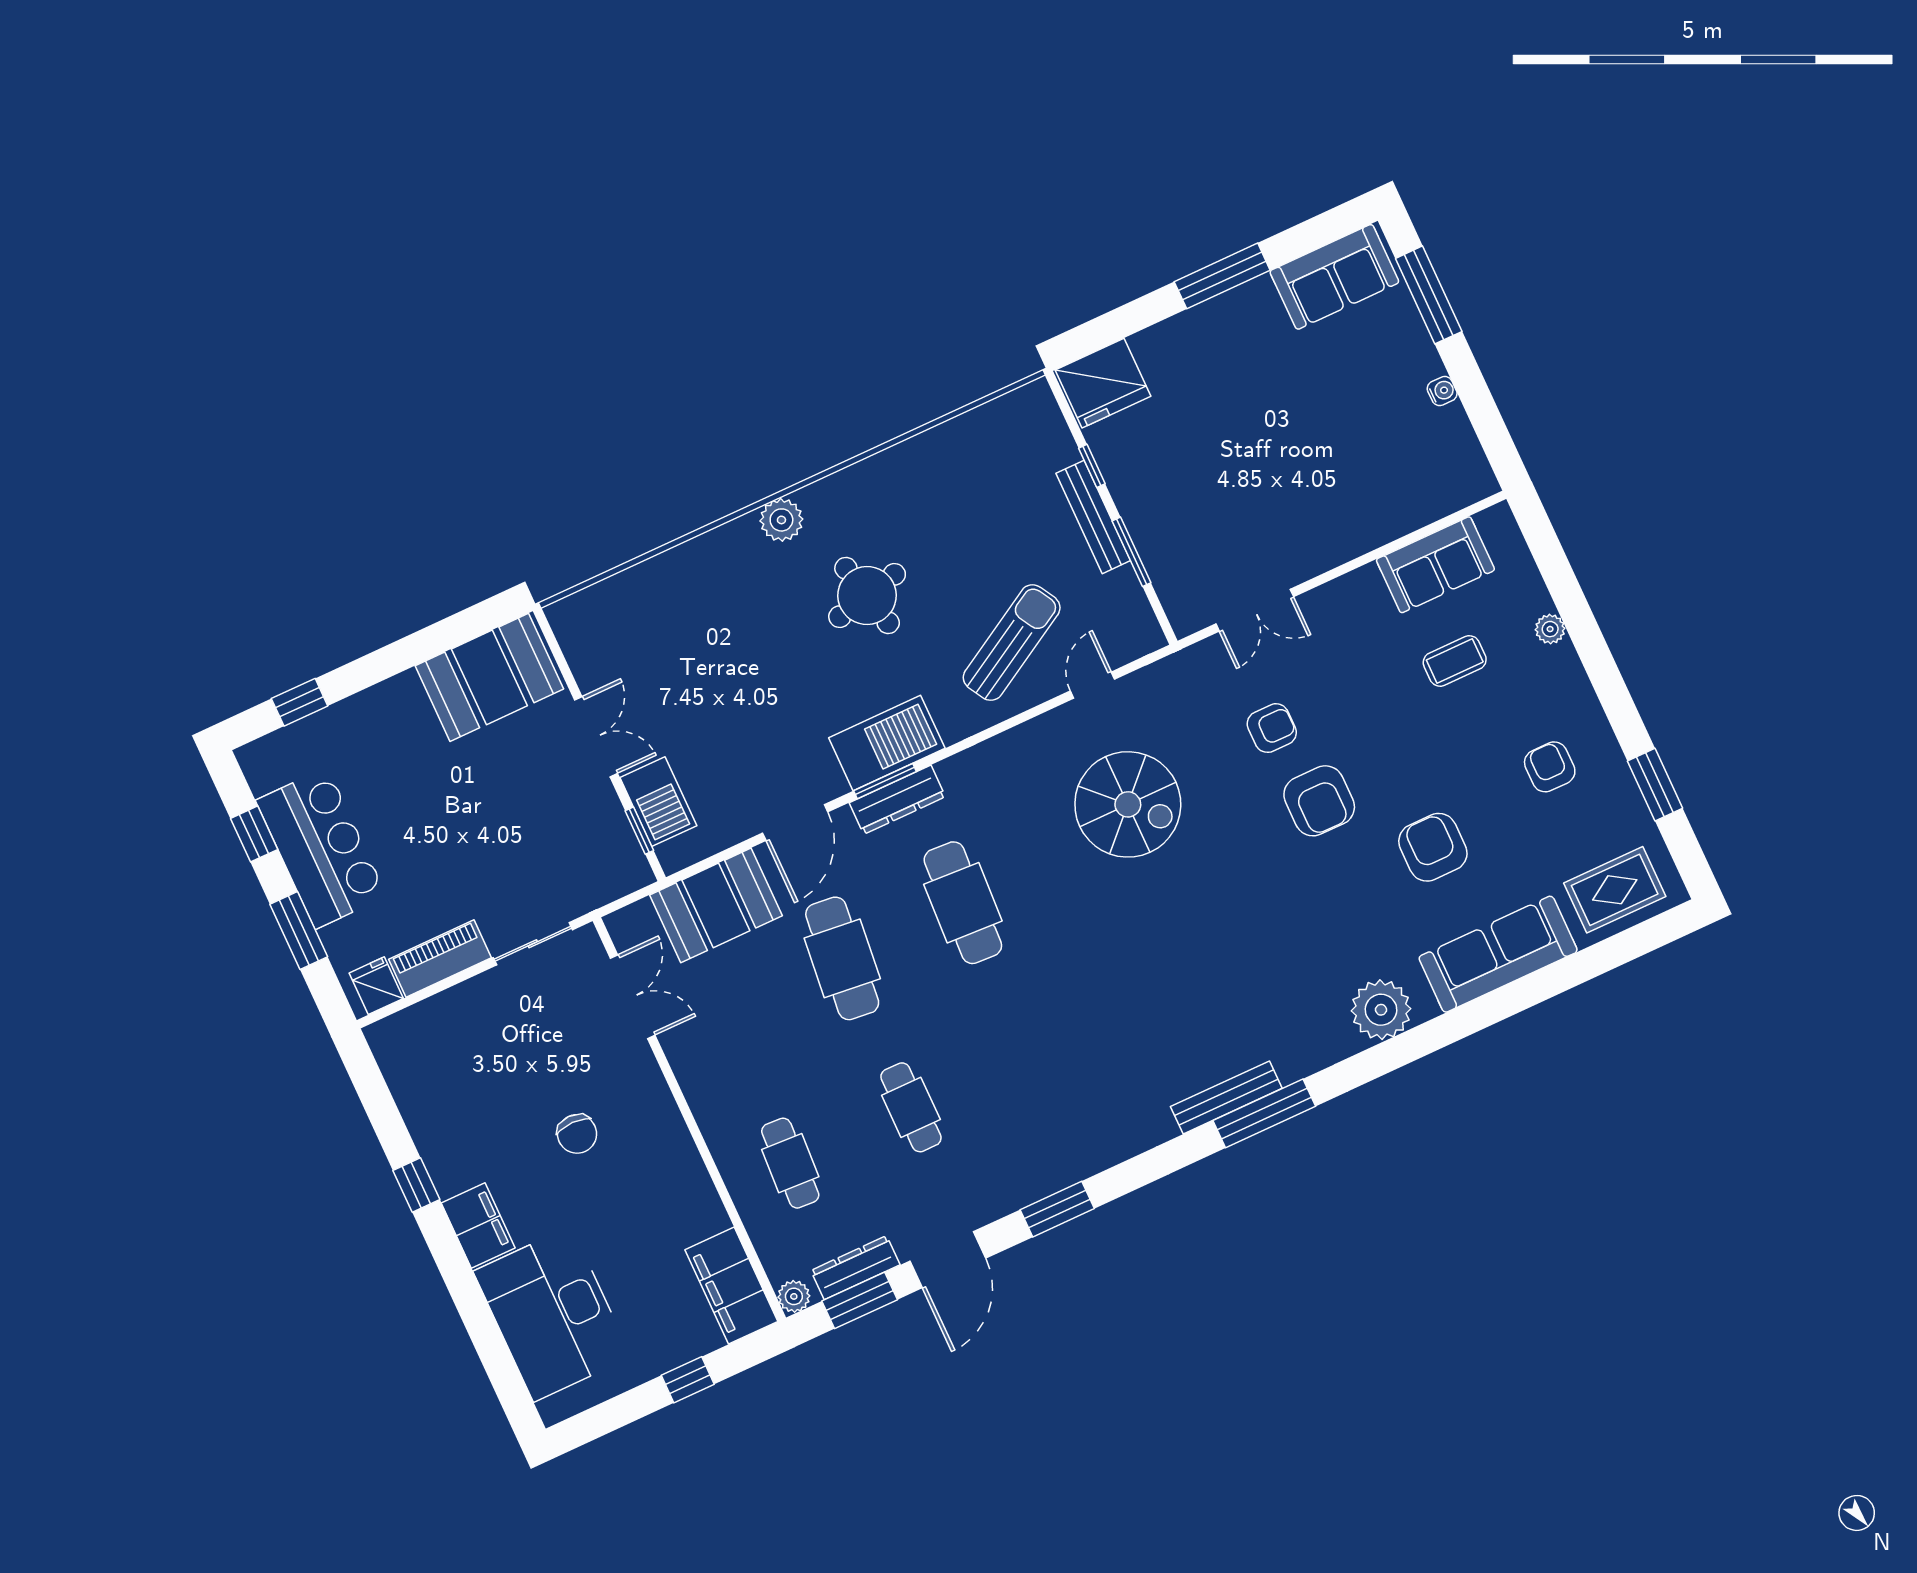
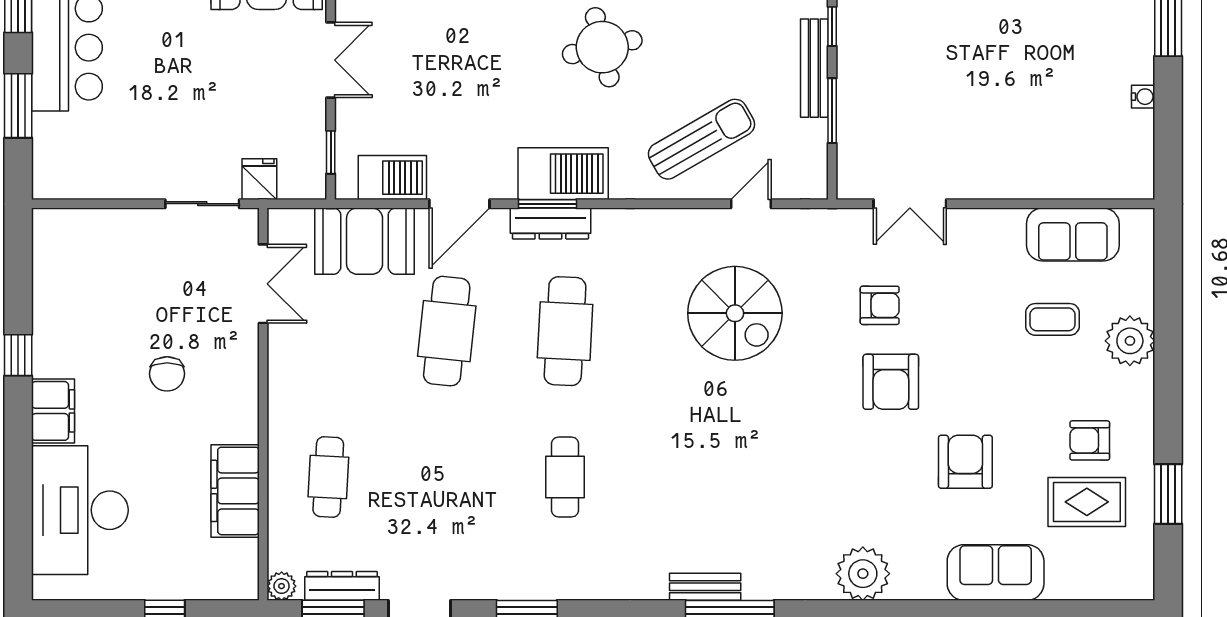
plant: (1550, 629) -> (1130, 341), width x1.88, depth x1.88
armchair: (1550, 767) -> (1090, 440), turned -90
barbecue: (658, 802) -> (392, 178), moved, turned -90
rug: (1615, 890) -> (1087, 502), moved
sofa: (1498, 954) -> (996, 572), width x0.73
piano: (440, 958) -> (122, 181), removed
fridge: (376, 986) -> (259, 179), moved
bench: (1226, 1097) -> (705, 587), width x0.73
cafe table: (911, 1107) -> (565, 477), moved
filing cabinet: (731, 1286) -> (235, 491), moved

